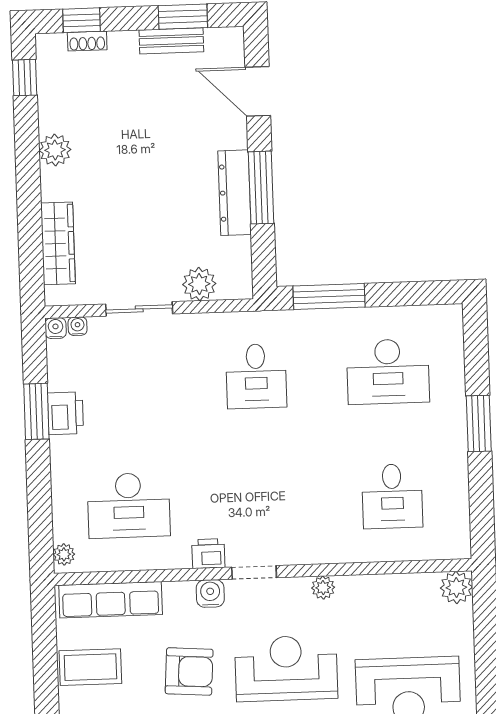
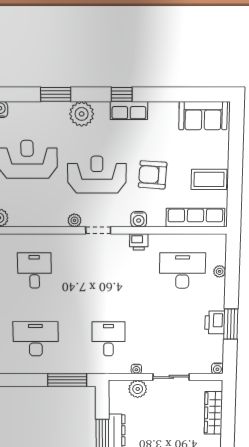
water cooler: (78, 326) -> (136, 369), moved
plant: (64, 554) -> (220, 271), moved
doorway: (254, 572) -> (98, 230), moved
reception desk: (286, 668) -> (97, 175), turned 180

